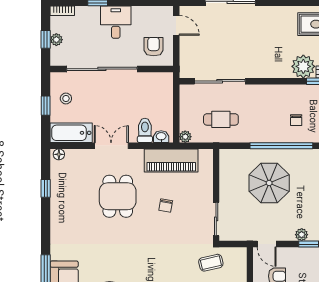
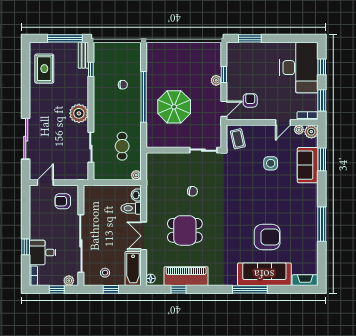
desk: (116, 22) -> (43, 252), moved
plant: (56, 40) -> (69, 281), moved
plant: (303, 66) -> (79, 113), moved
sliding door: (220, 81) -> (91, 147), width x0.73
piano: (171, 160) -> (186, 276), moved, turned -90
coffee table: (211, 263) -> (238, 139), moved

